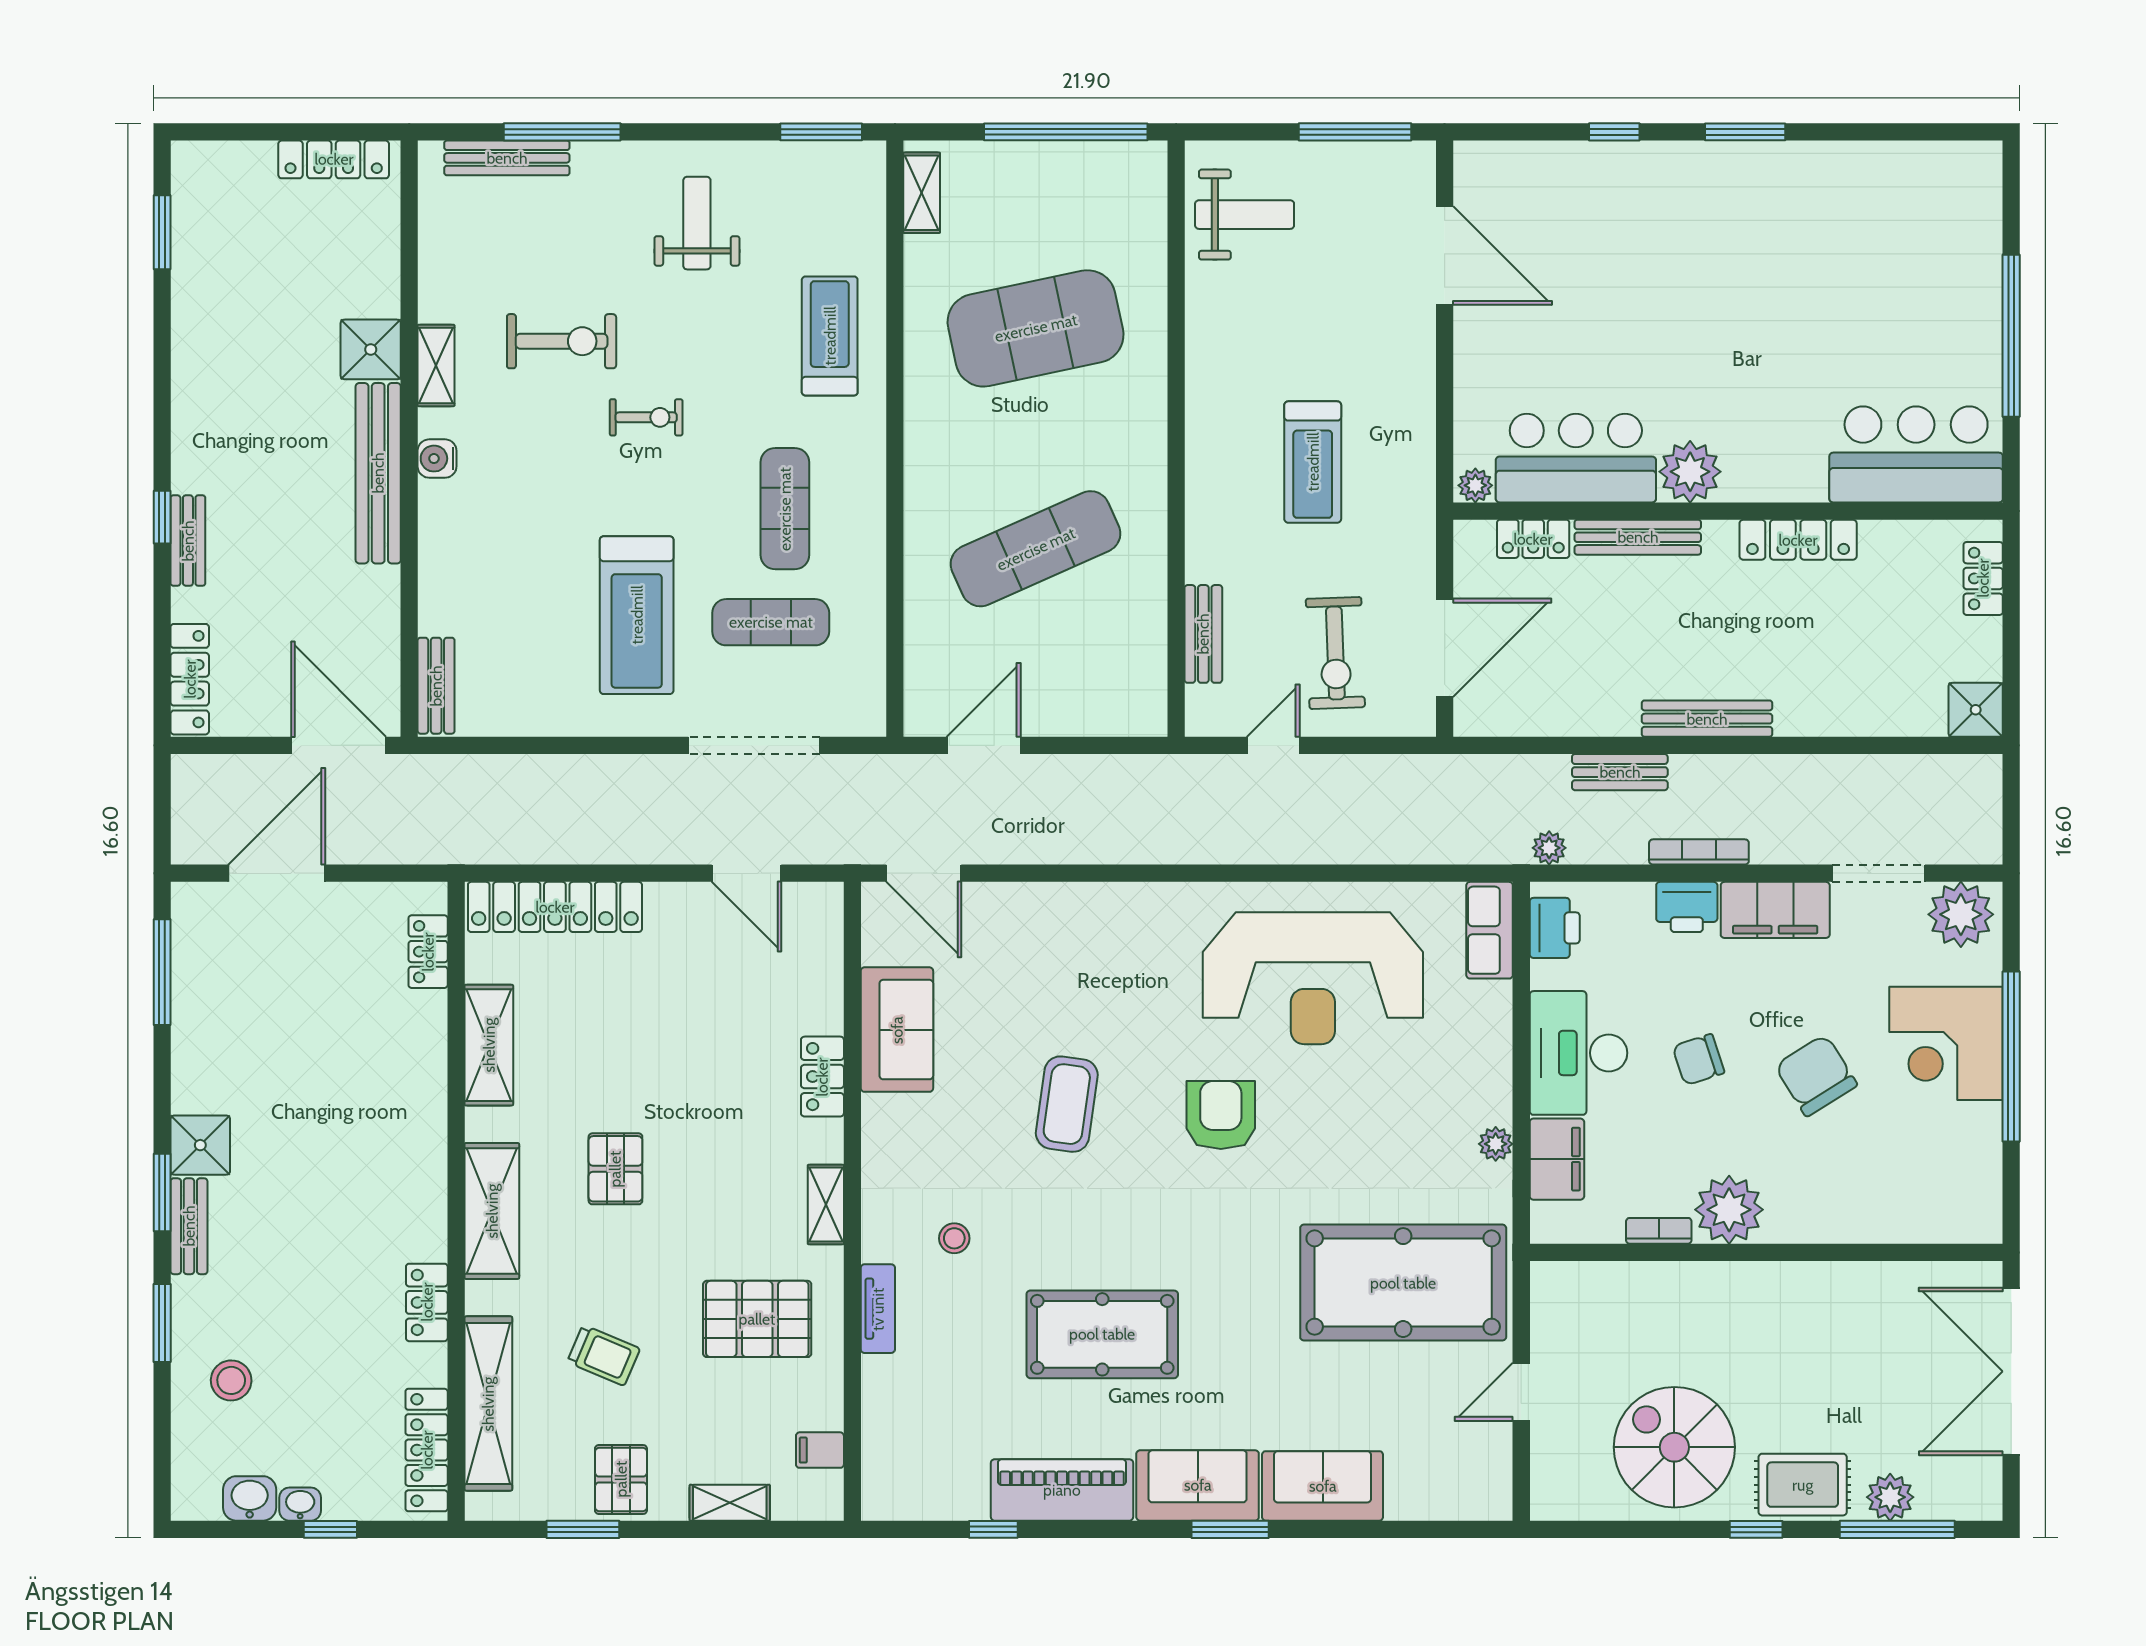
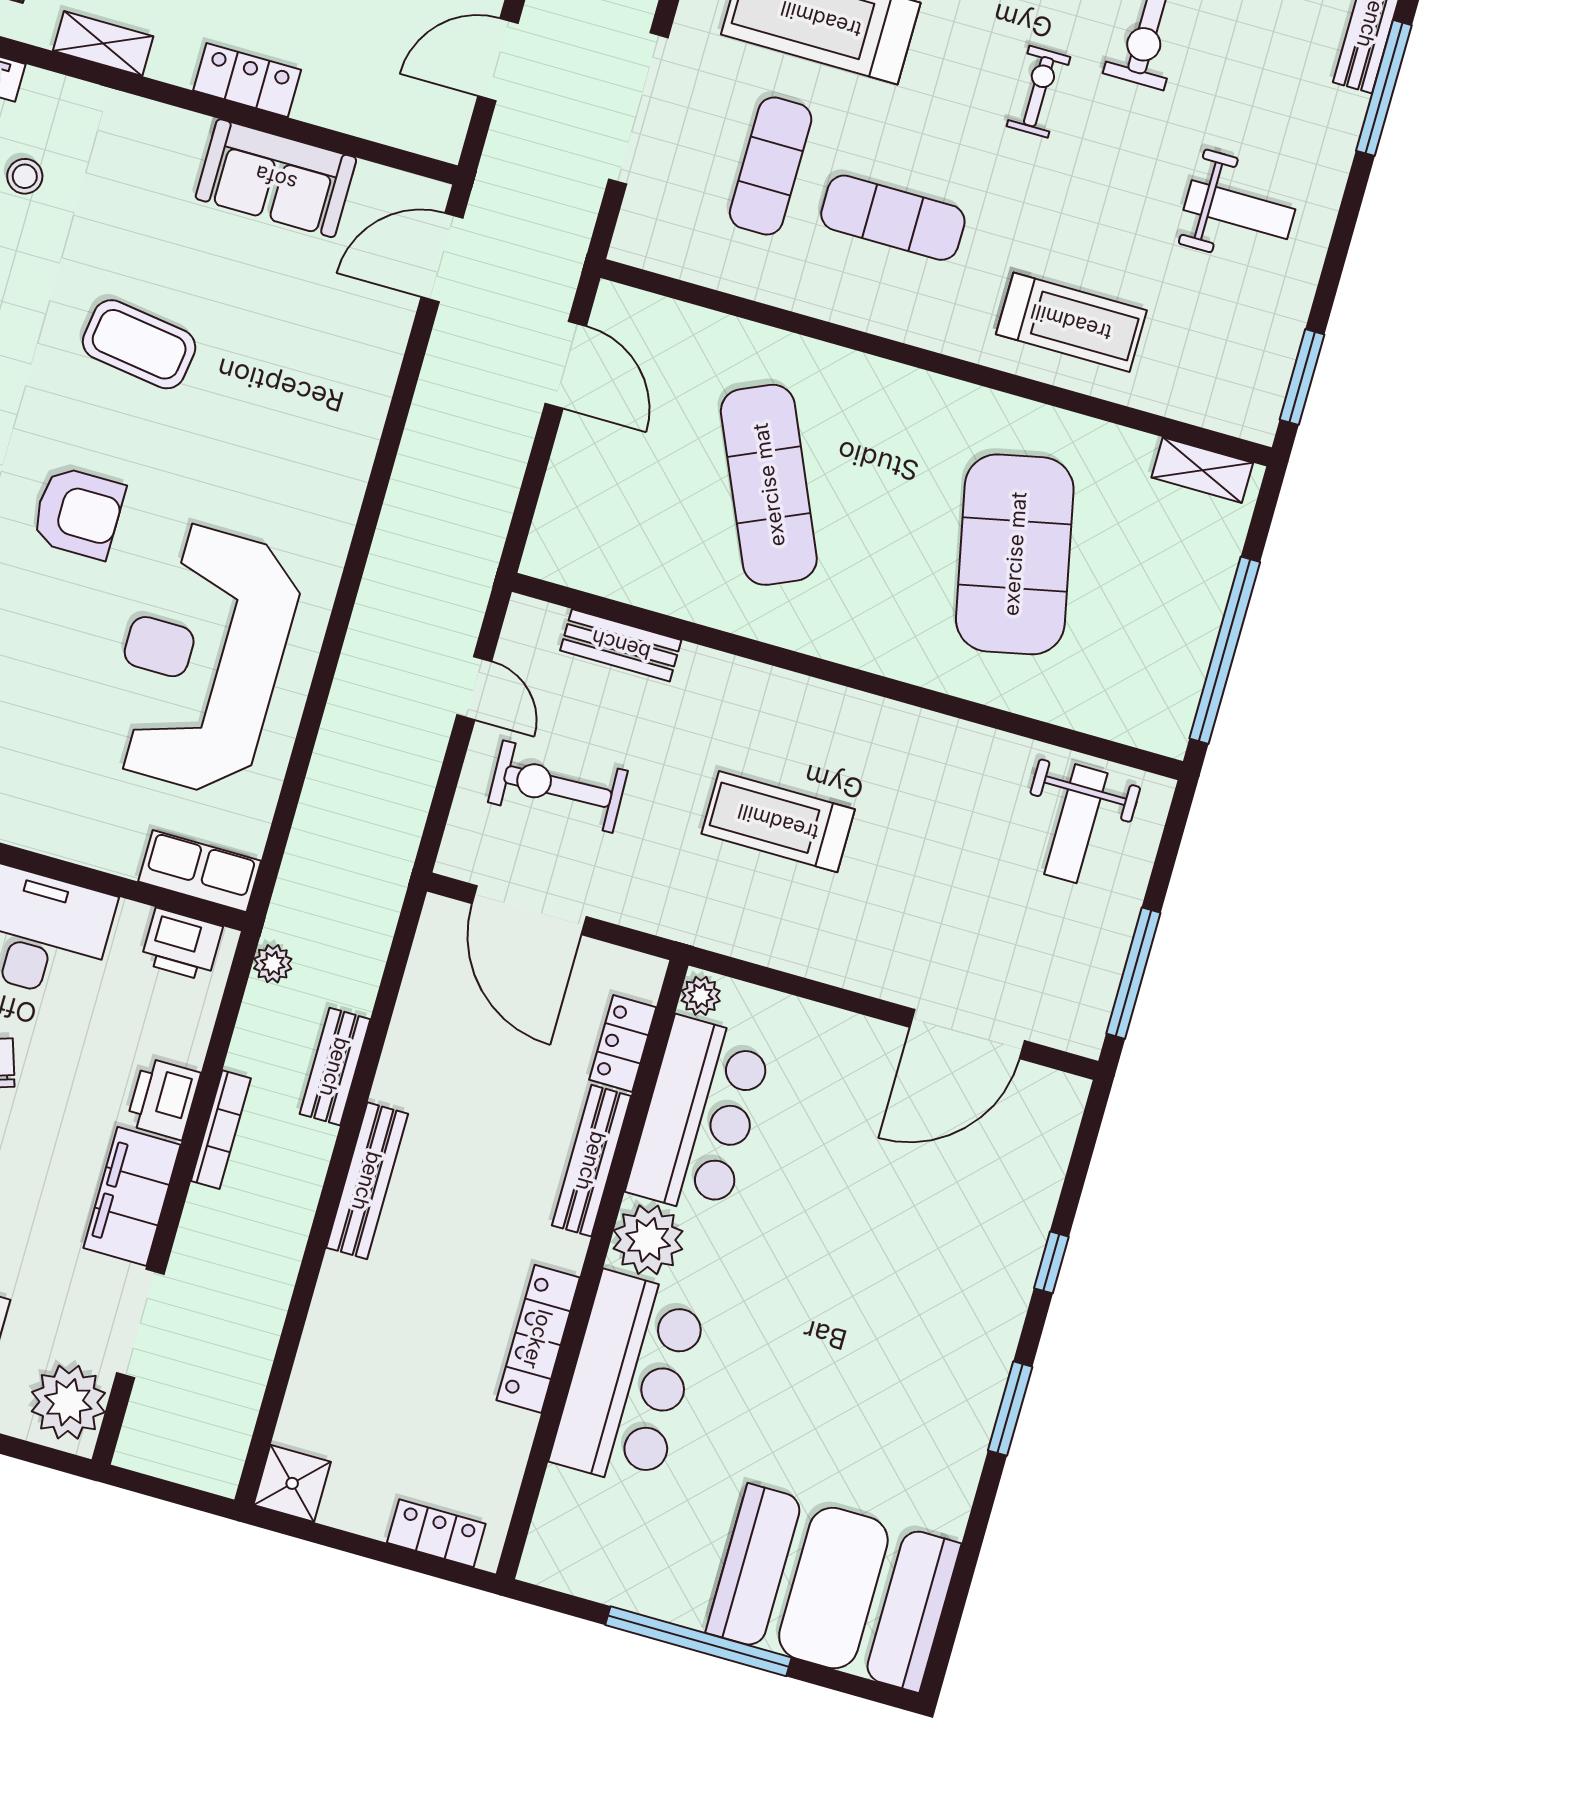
booth: (1935, 236) -> (833, 1588), added
exercise bike: (646, 417) -> (1039, 92), turned 180
bar counter: (1916, 454) -> (629, 1380), moved

